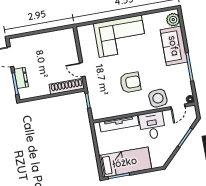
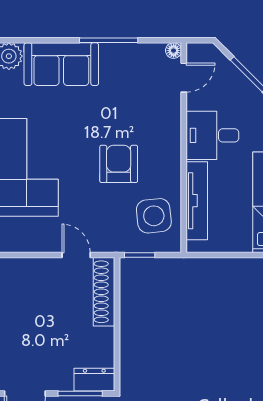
door: (82, 70) -> (76, 255), swing flipped
dresser: (21, 78) -> (94, 380), moved
side table: (158, 98) -> (154, 216), moved
door: (178, 107) -> (184, 78), hinge flipped

